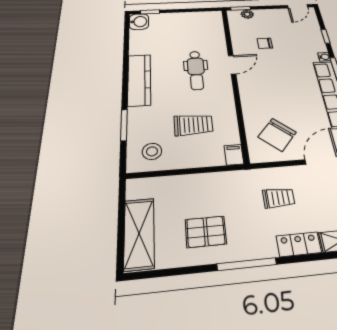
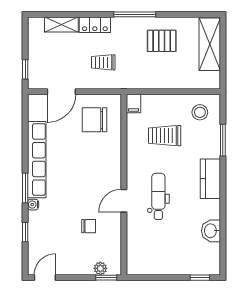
washbasin: (139, 22) -> (211, 231), moved
kitchen counter: (139, 80) -> (210, 179), width x0.67
chair: (277, 135) -> (94, 120), turned -131

